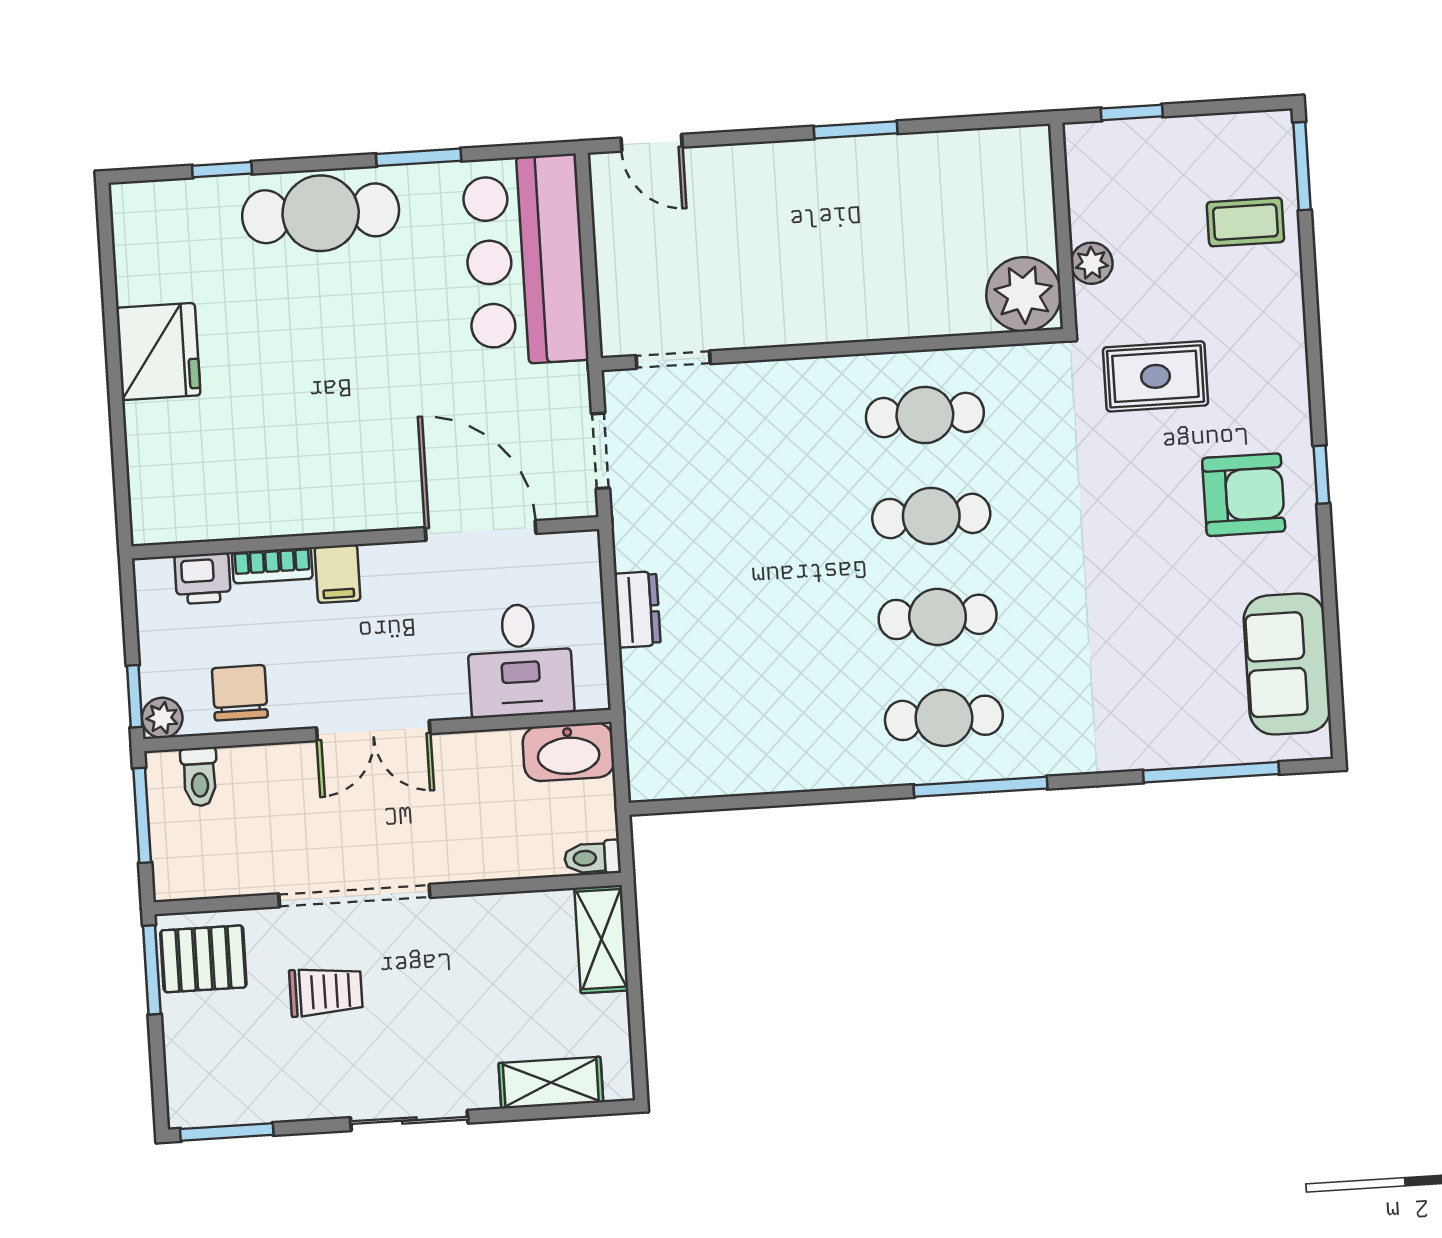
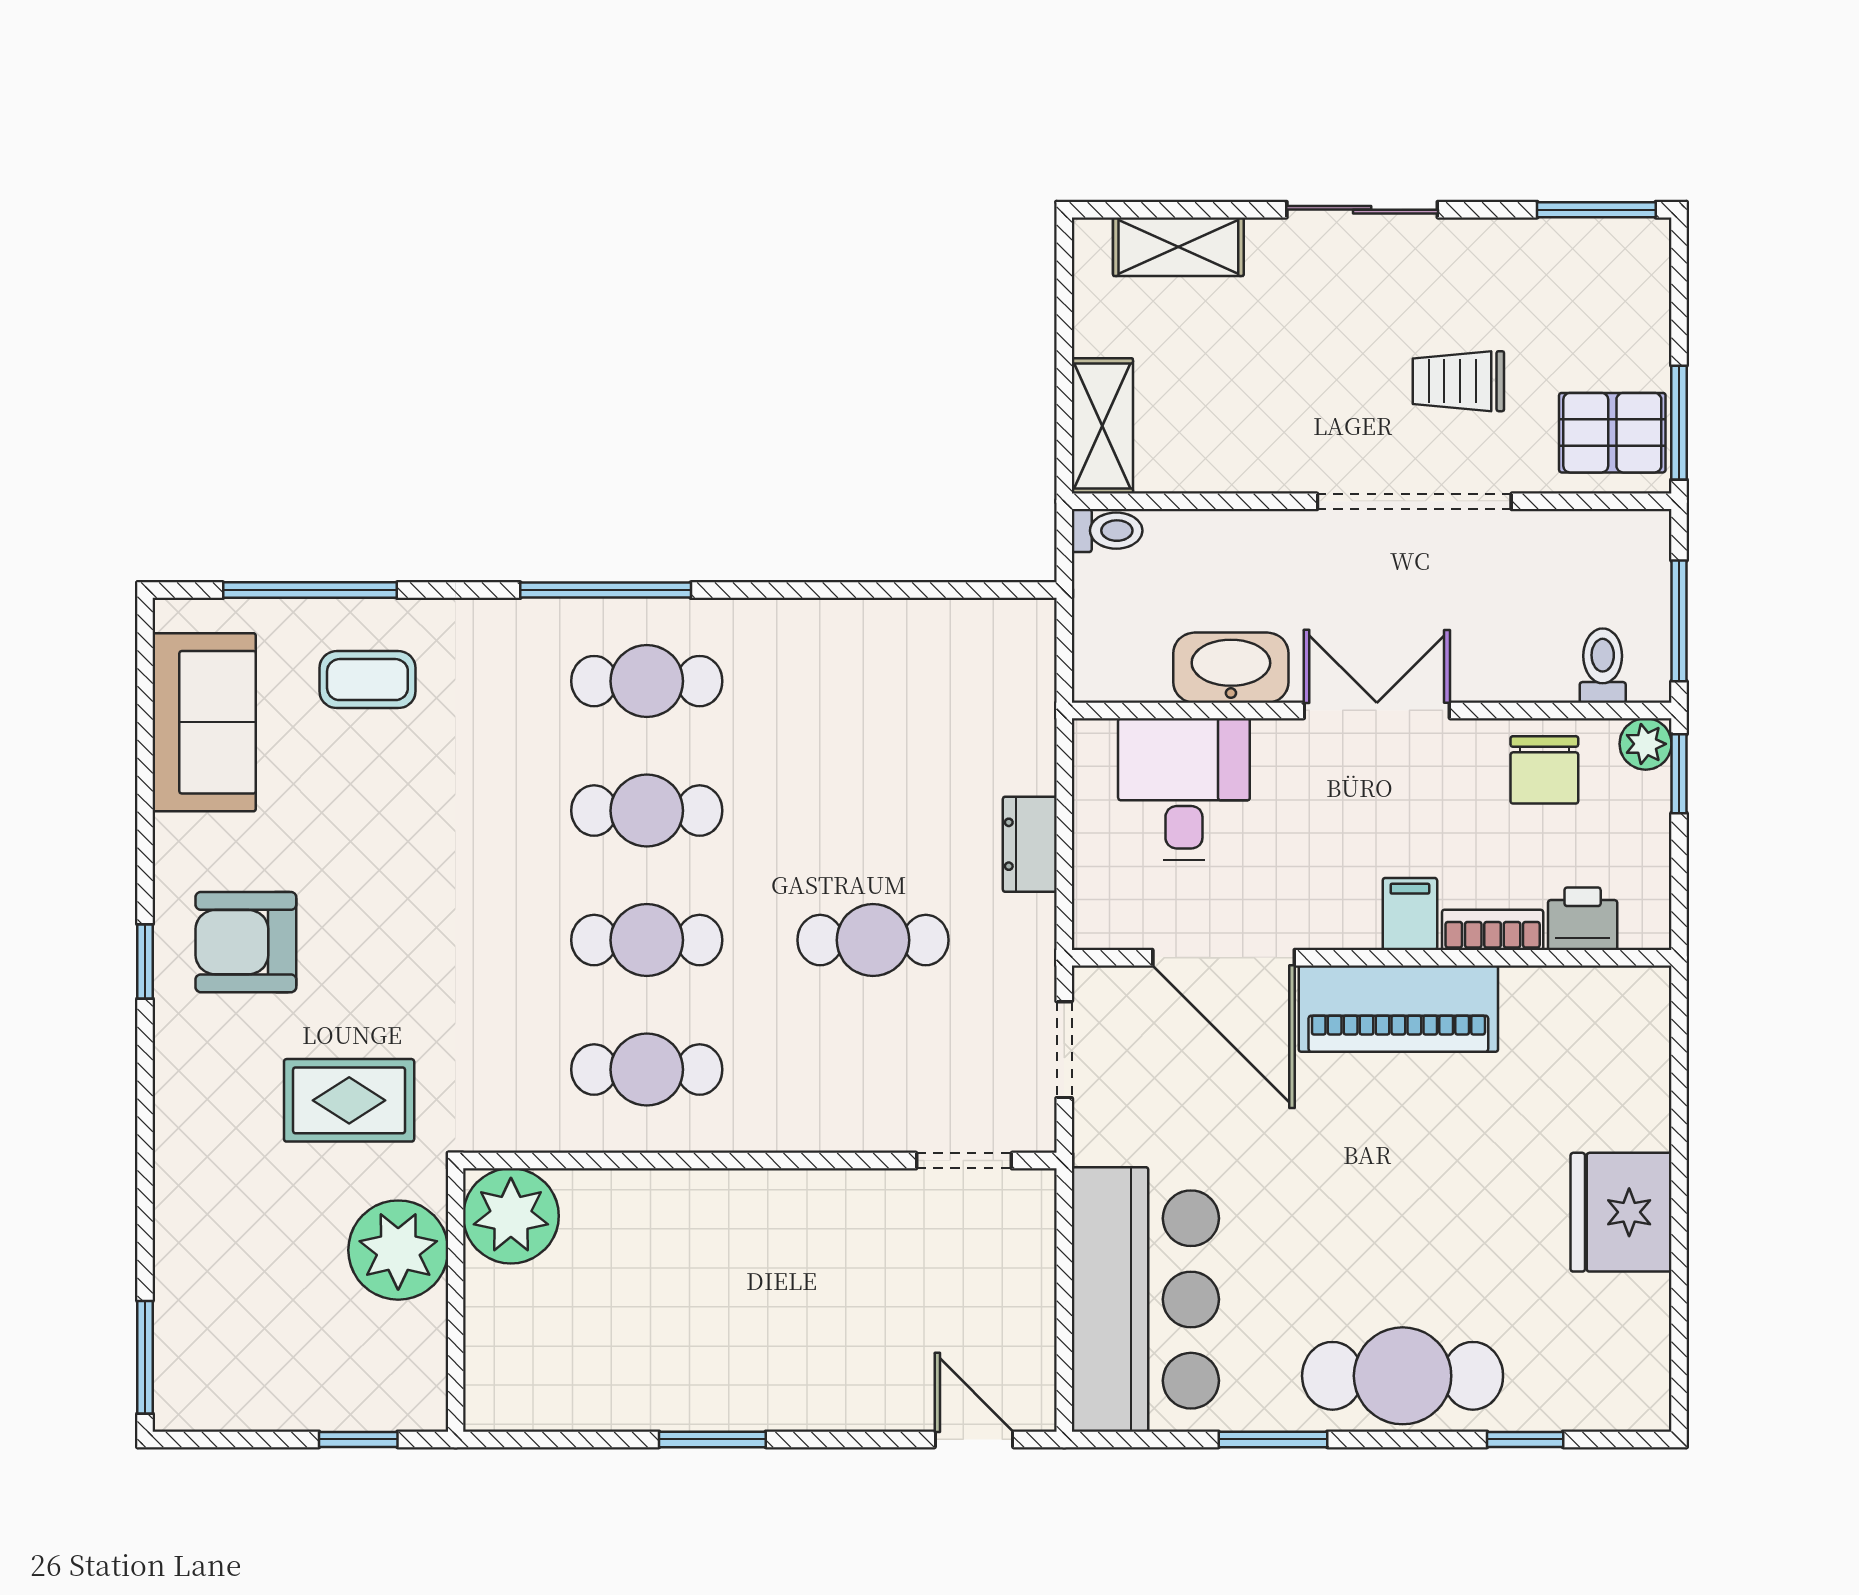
coffee table: (1245, 222) -> (367, 680), moved
plant: (1092, 263) -> (398, 1250), width x1.87, depth x1.87
piano: (342, 499) -> (1398, 1009), added
cafe table: (755, 527) -> (873, 940), added
washbasin: (568, 752) -> (1231, 668), moved

